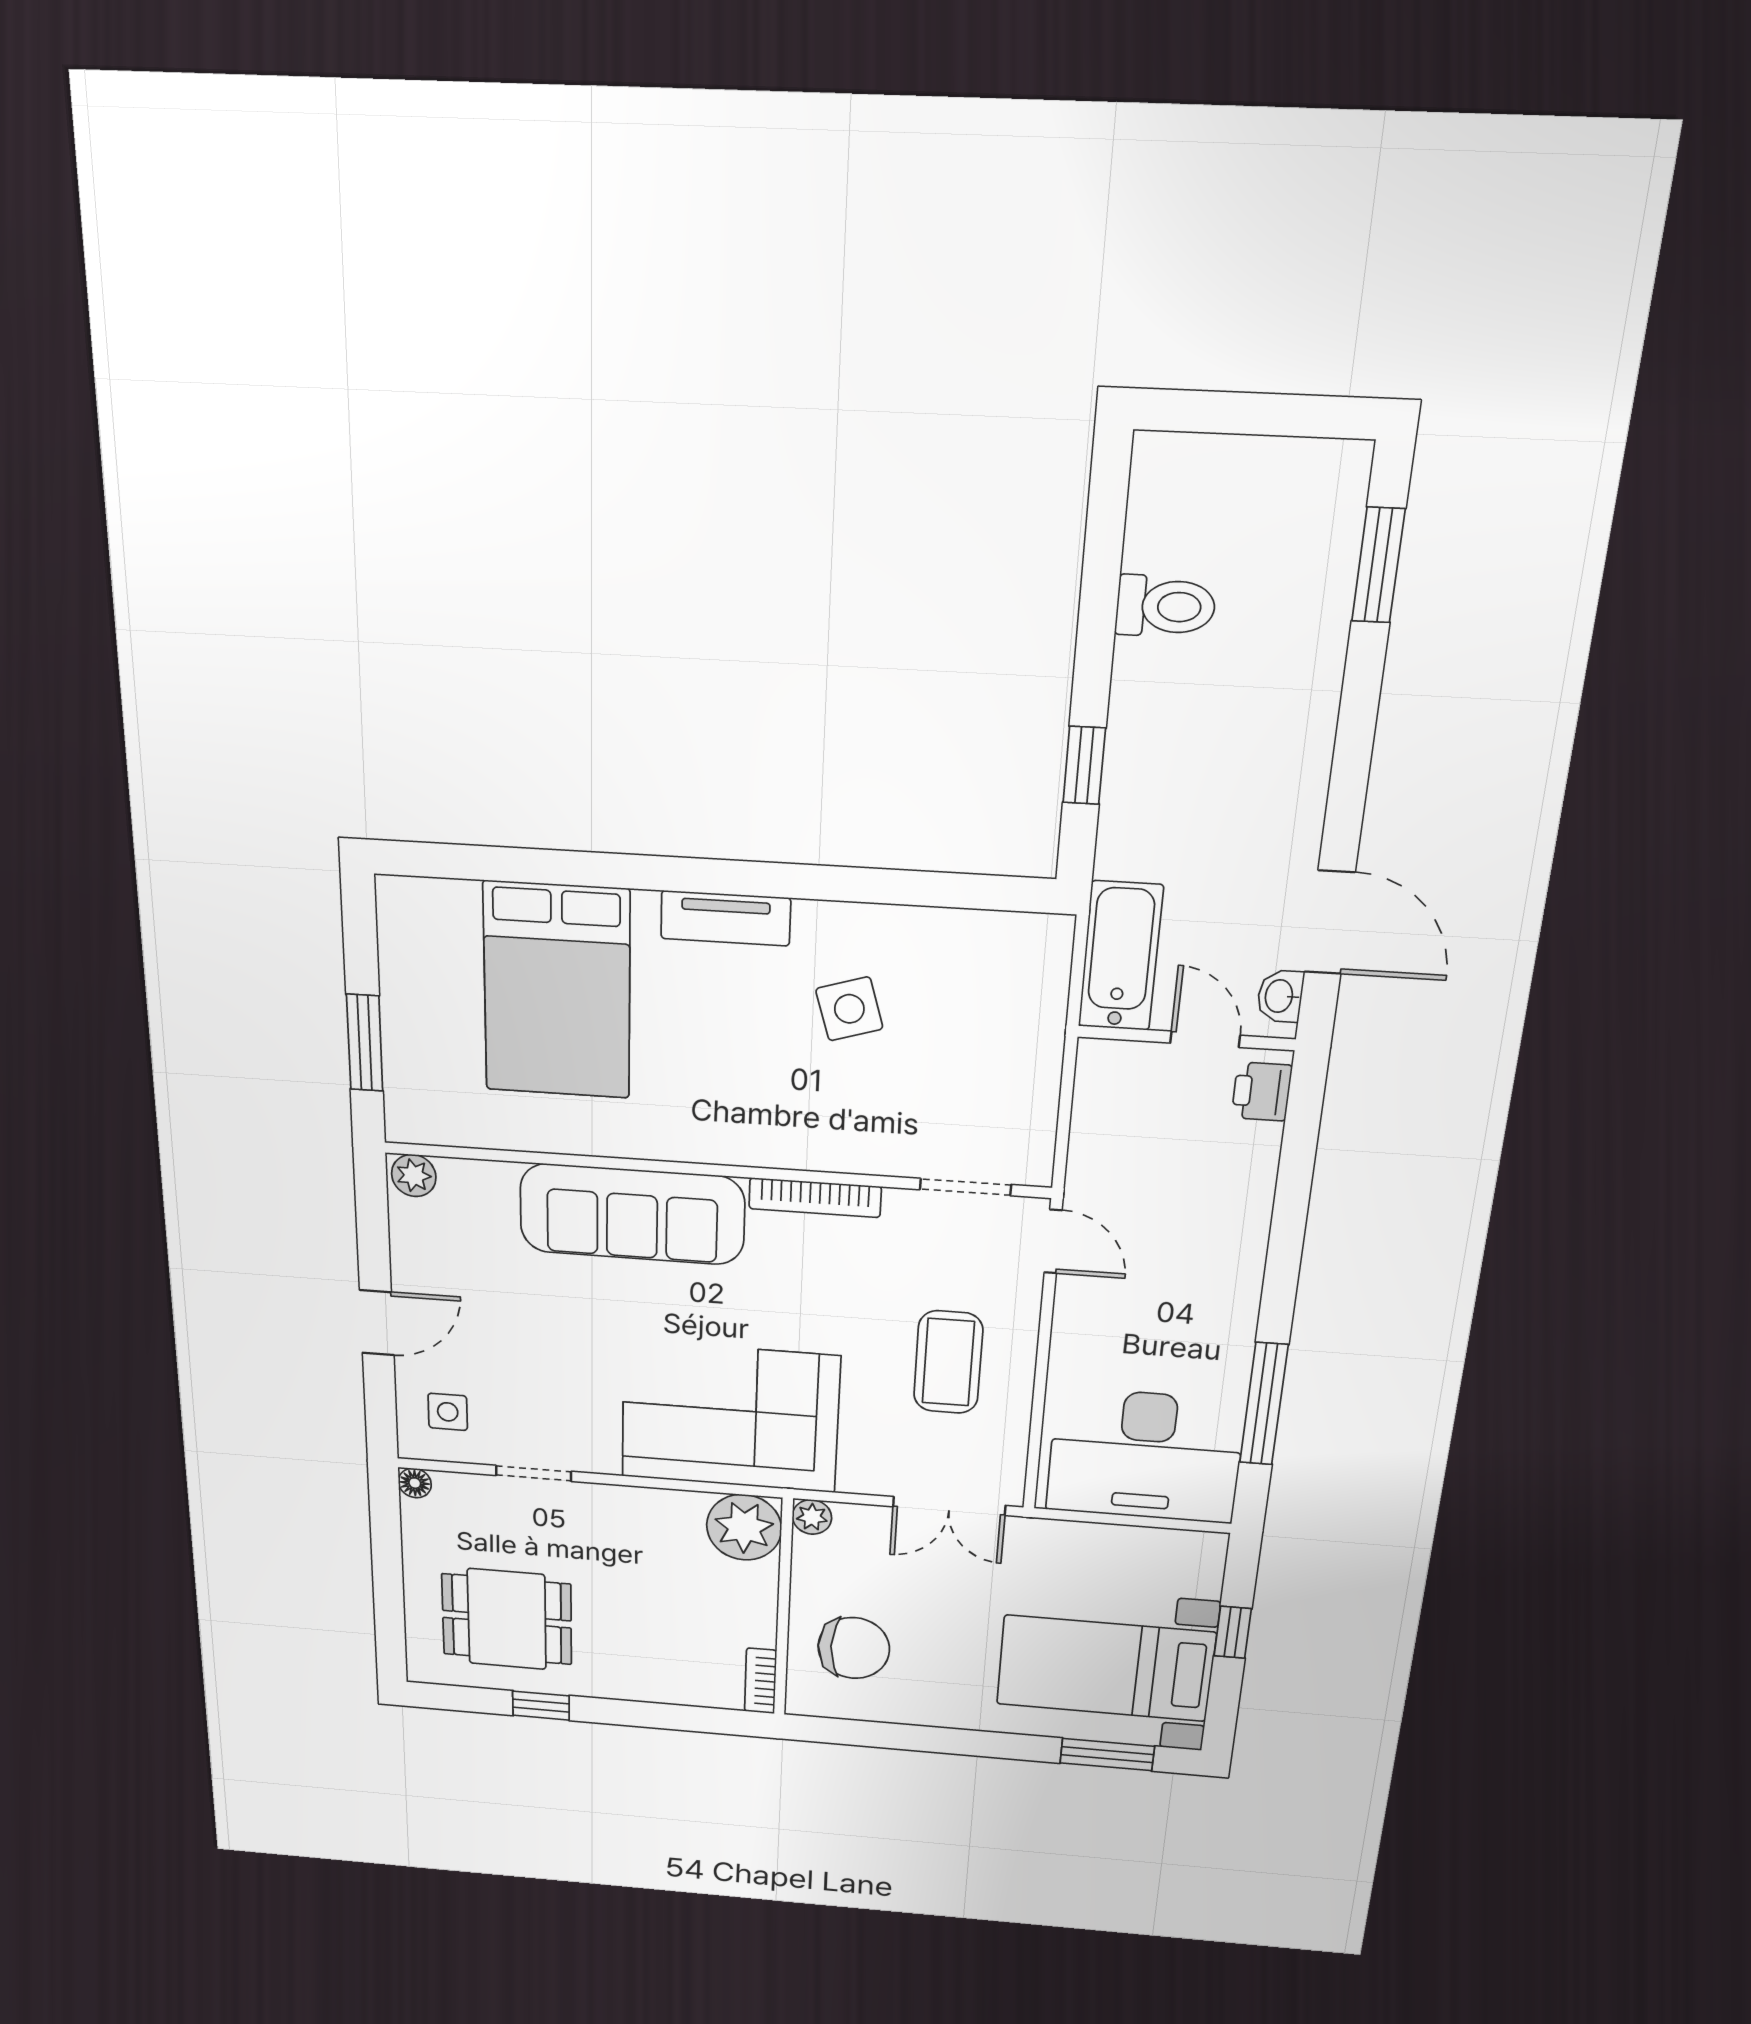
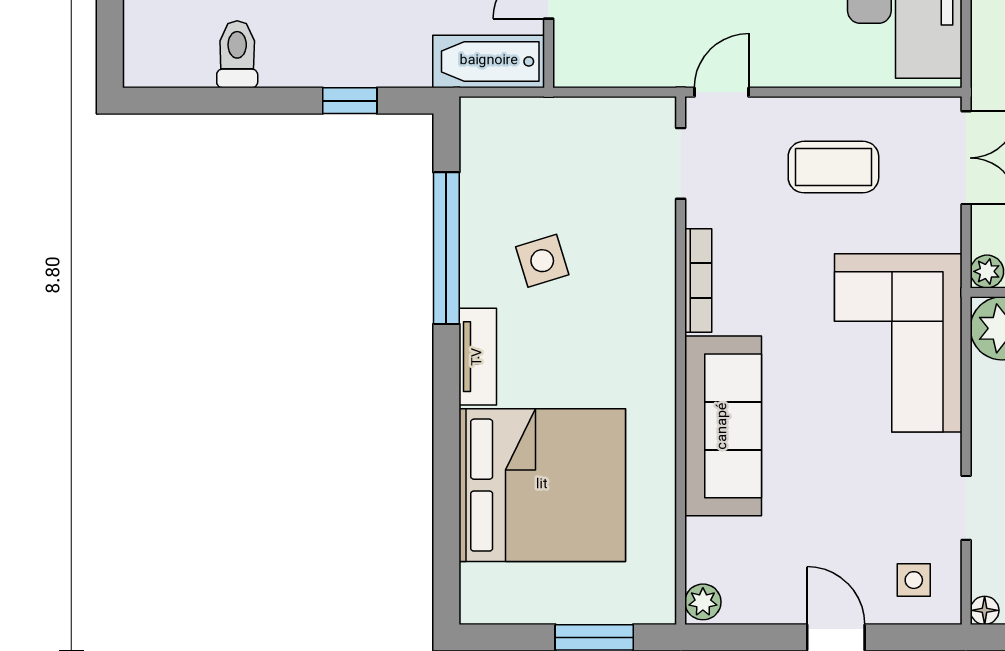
window: (872, 886) -> (446, 248), added
bed: (557, 991) -> (542, 485), width x1.36

